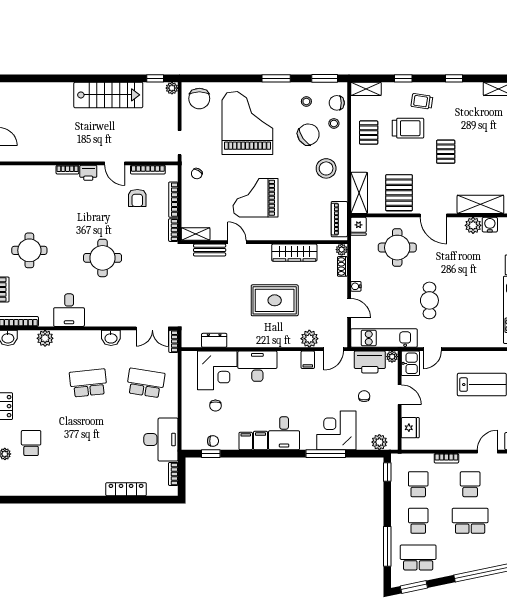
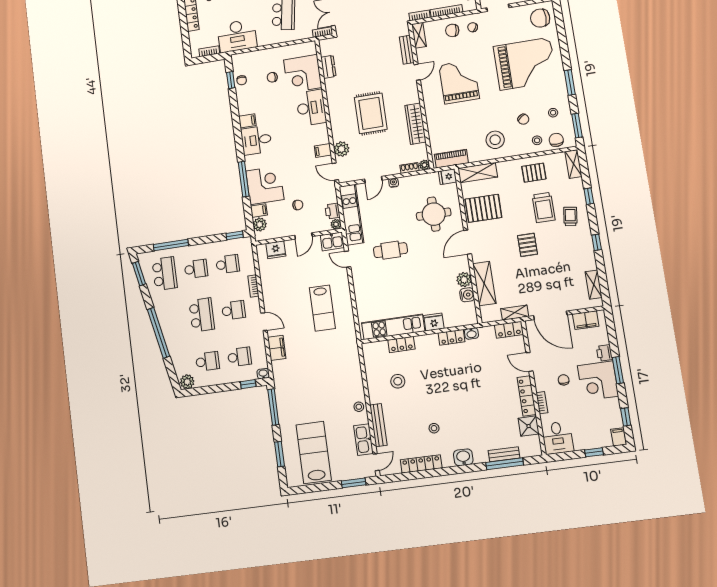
chair: (308, 134) -> (523, 119), width x0.54, depth x0.54
pallet: (446, 152) -> (527, 245), turned 90
chair: (197, 197) -> (452, 30), added
printer: (370, 362) -> (333, 211), width x0.53, depth x0.68
filing cabinet: (246, 441) -> (259, 211), moved

